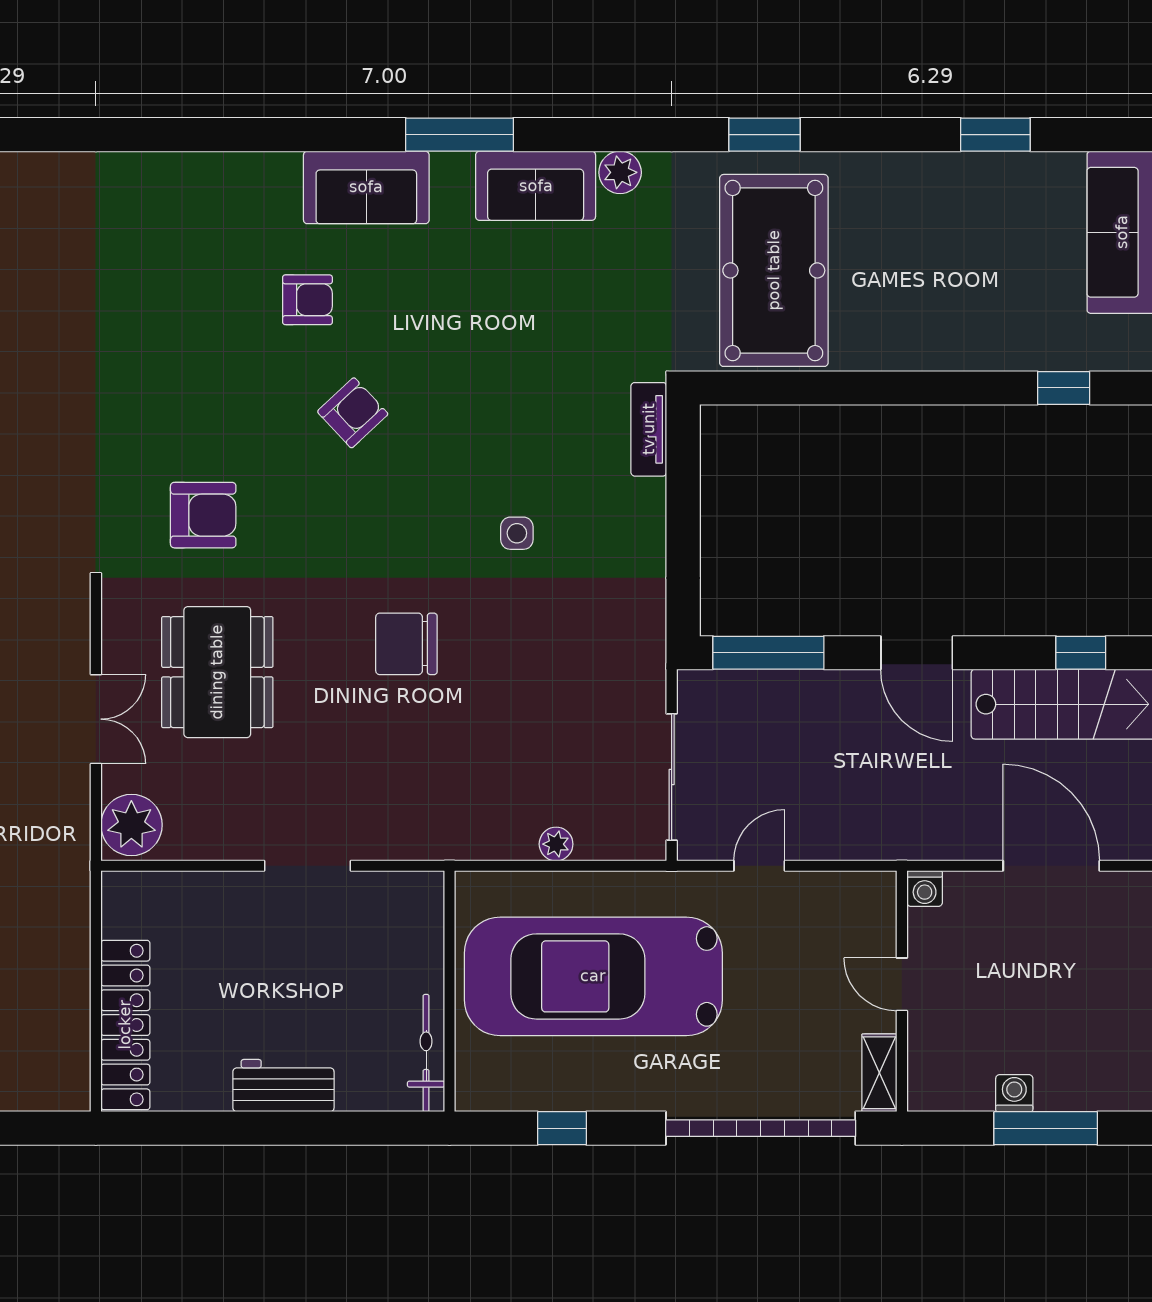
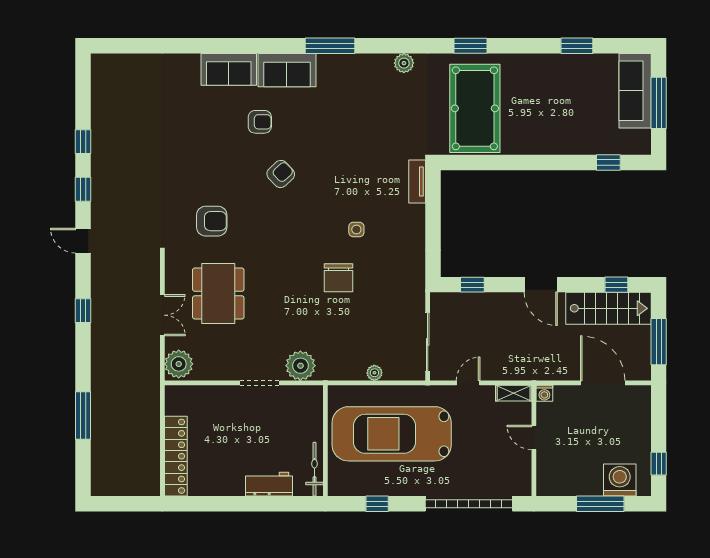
sofa: (536, 186) -> (229, 69), moved
chair: (406, 644) -> (339, 278), moved, turned -90
window: (768, 653) -> (472, 285), width x0.46
plant: (396, 829) -> (300, 366), added
shelving: (879, 1073) -> (514, 393), moved, turned 90
workbench: (283, 1086) -> (269, 484), moved
washing machine: (1014, 1093) -> (620, 480), moved, width x1.89, depth x1.89

